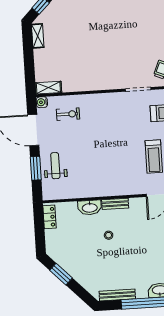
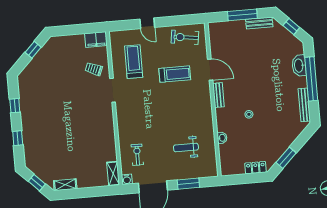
weight bench: (55, 166) -> (186, 147), moved
bench: (115, 204) -> (218, 95), moved
washbasin: (90, 207) -> (222, 138), width x0.52, depth x0.69
locker: (50, 217) -> (256, 168), moved

